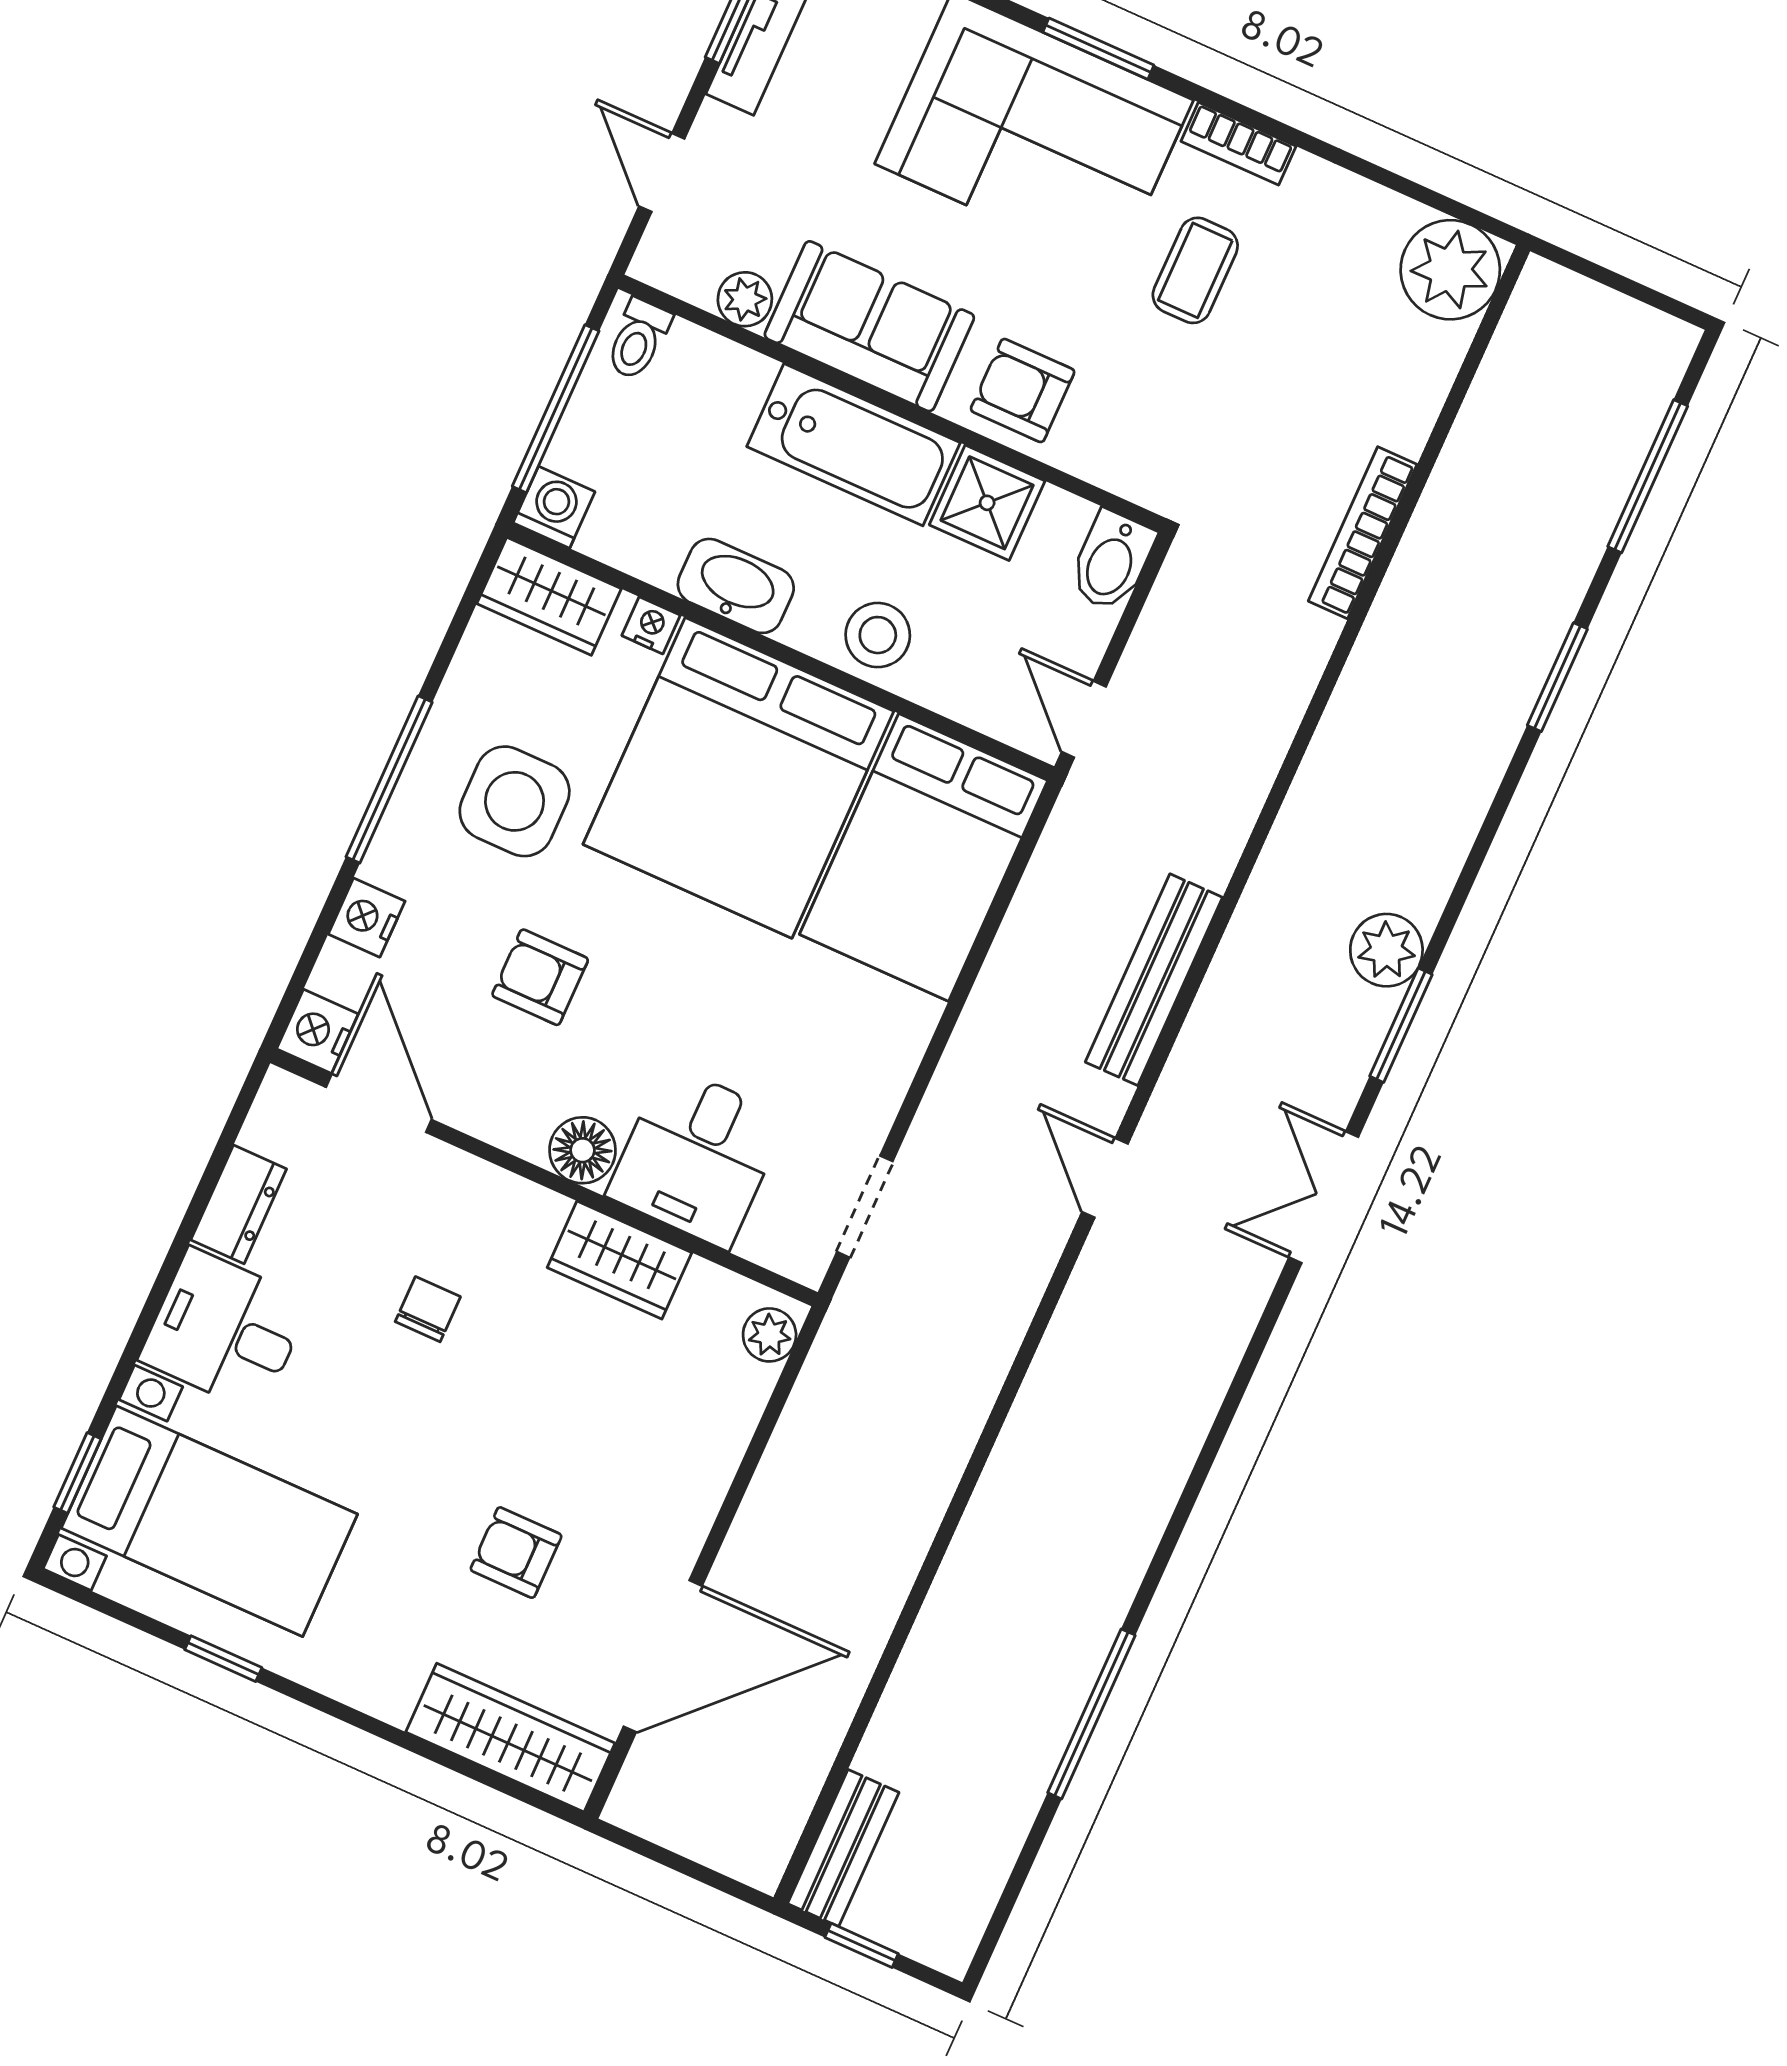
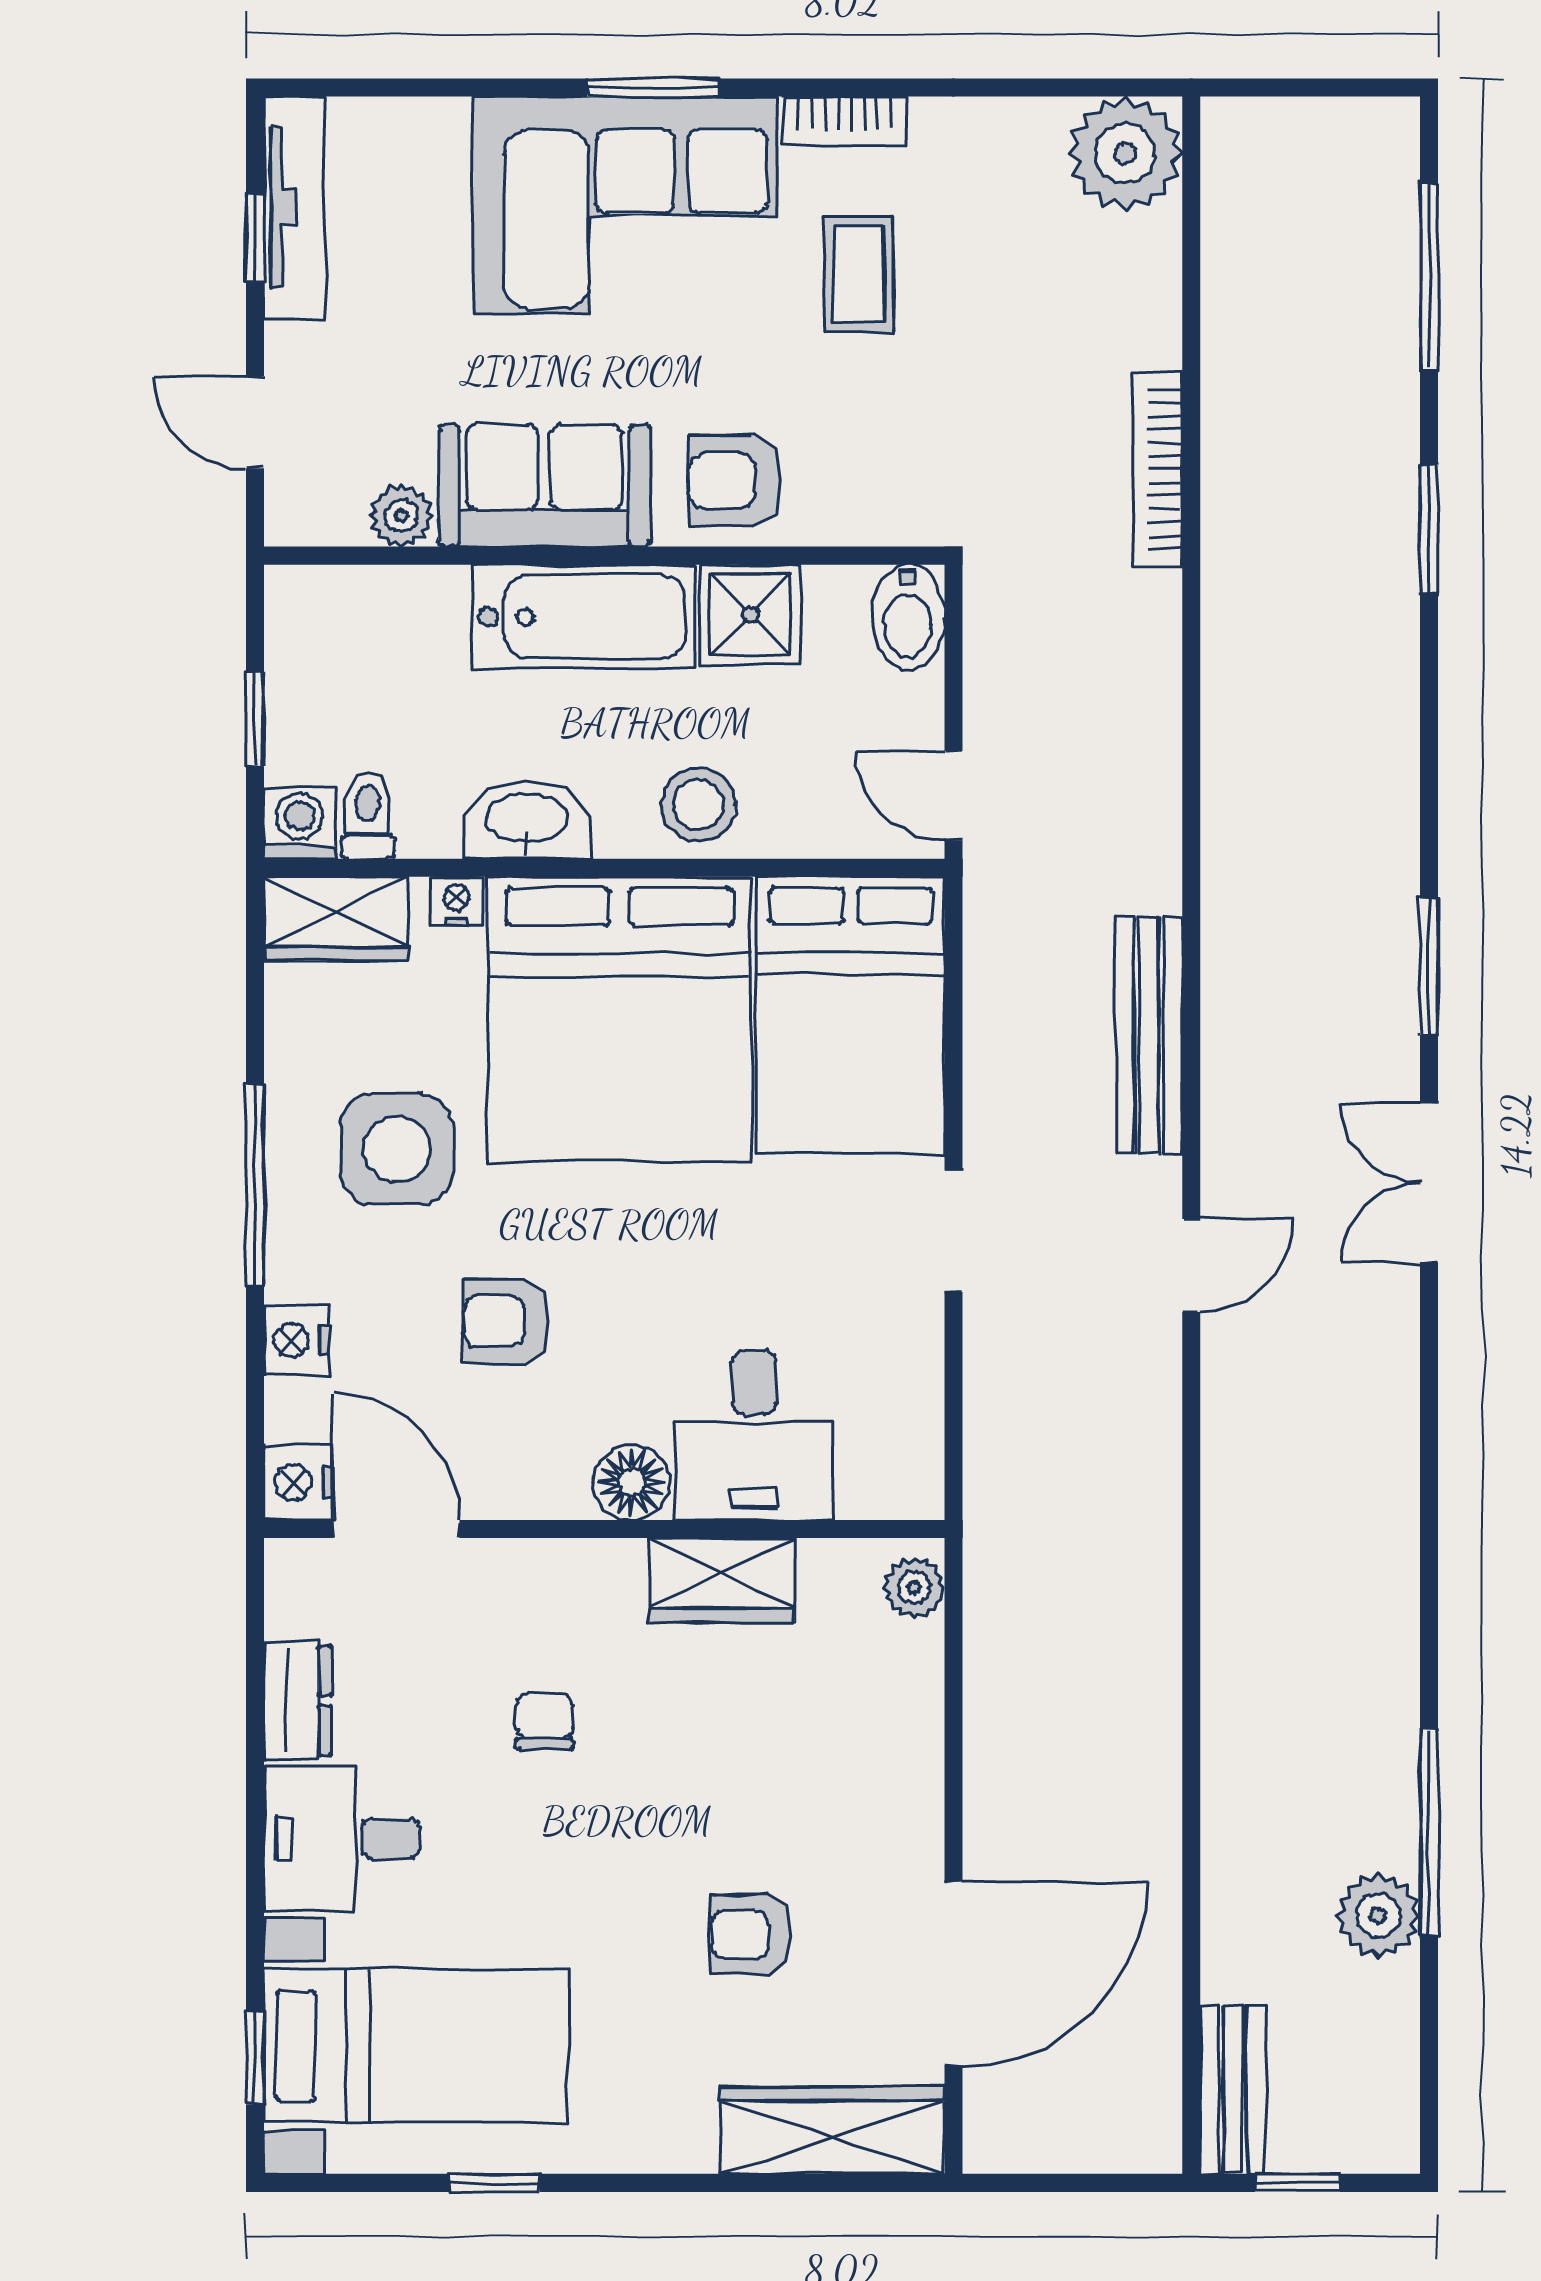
toilet: (638, 339) -> (368, 816), moved, turned 180
window: (556, 409) -> (255, 719), width x0.46
plant: (1386, 950) -> (1378, 1915), moved
door: (1105, 1178) -> (1191, 1266), swing flipped
doorway: (865, 1207) -> (953, 1231), moved

